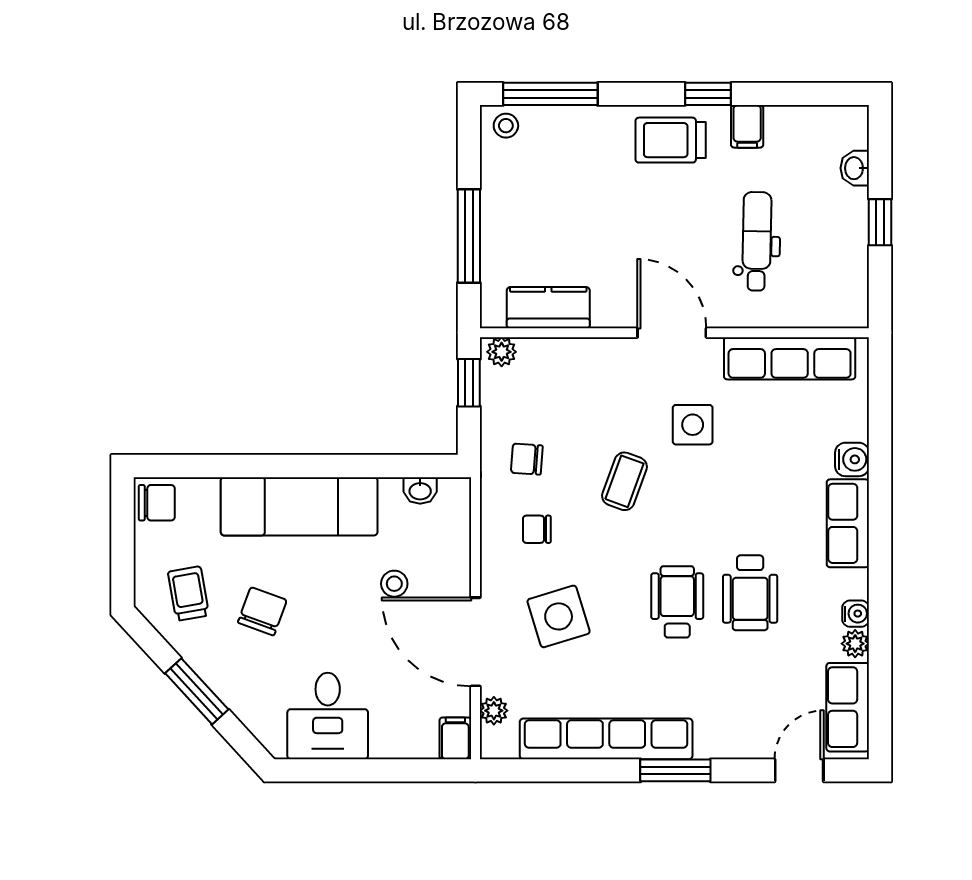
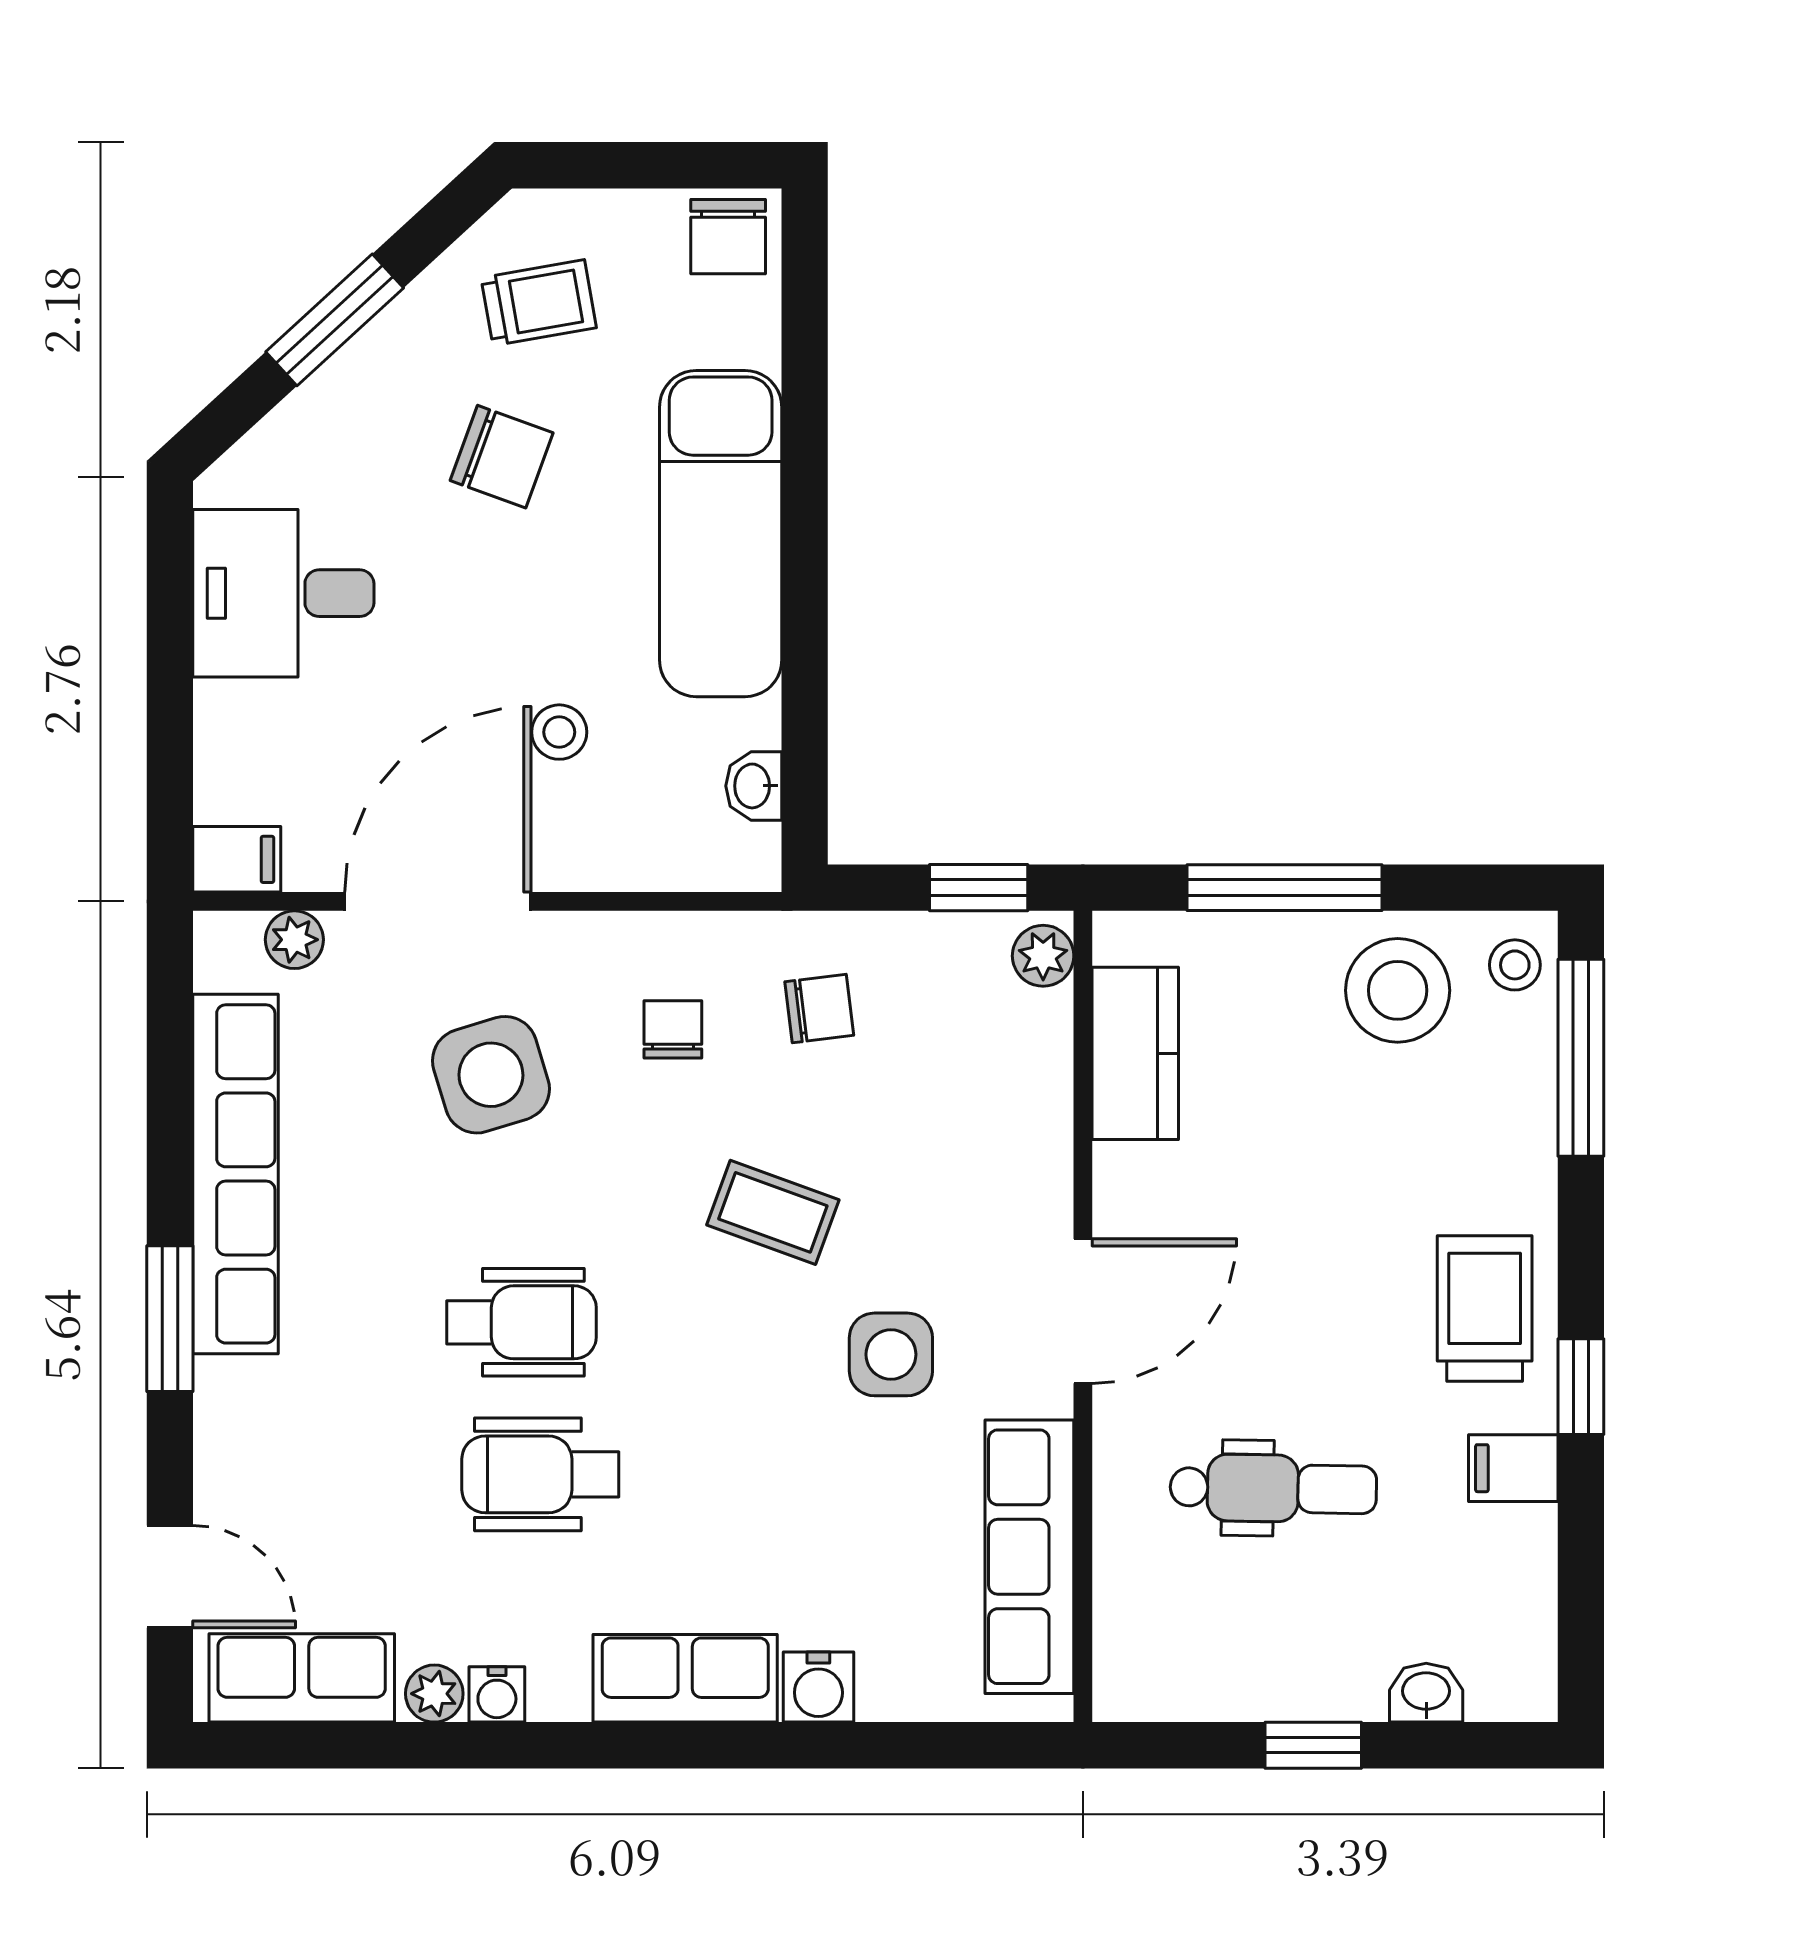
stool: (518, 182) -> (1398, 990), added
chair: (527, 459) -> (819, 1009), turned 79

